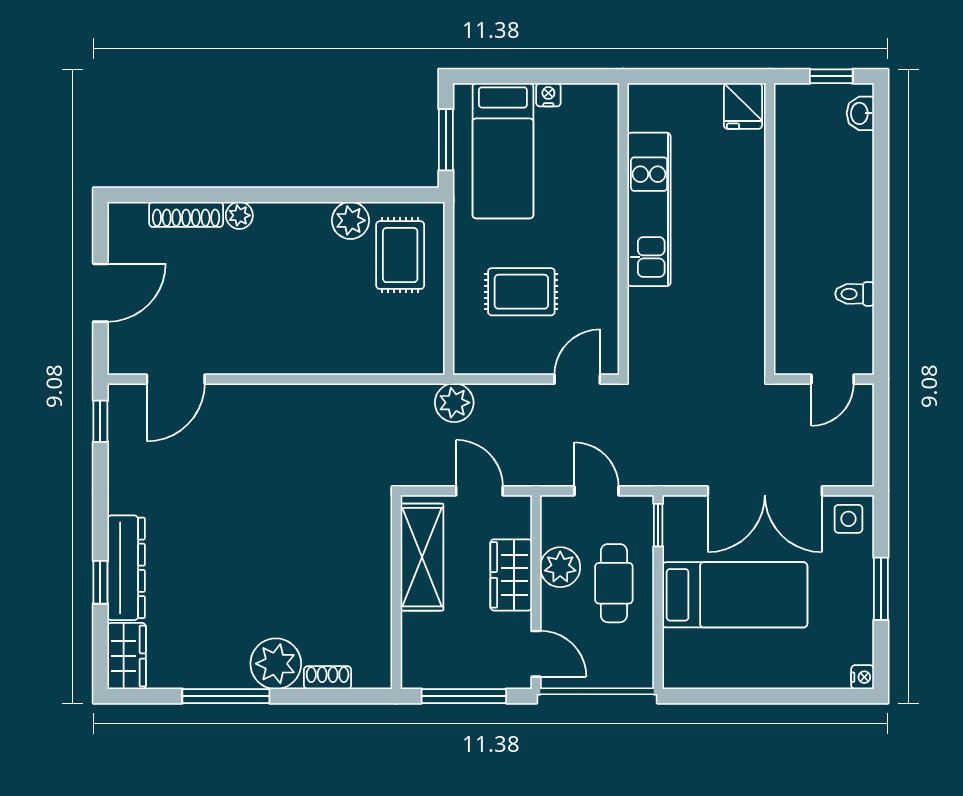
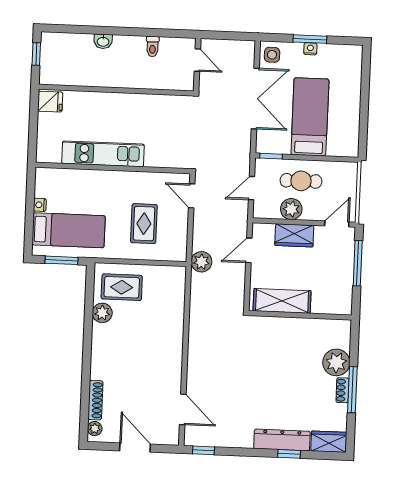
washbasin: (860, 113) -> (103, 41), moved
plant: (239, 215) -> (95, 429), moved
shelving: (422, 557) -> (282, 301), moved
wall: (396, 592) -> (300, 315), moved
nightstand: (863, 677) -> (310, 49), moved
shoe rack: (328, 678) -> (343, 390), moved

